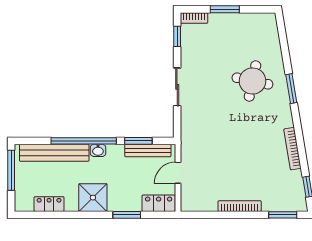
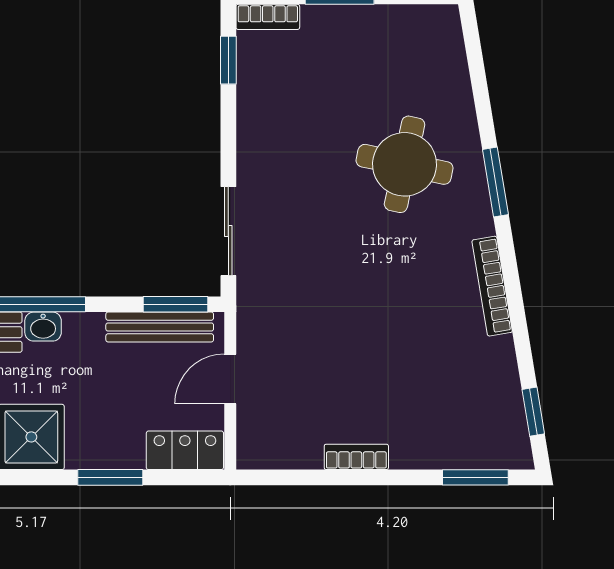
sliding door: (177, 87) -> (228, 231), moved
window: (138, 141) -> (175, 304), moved
bookcase: (292, 149) -> (492, 286), moved
bookcase: (240, 206) -> (356, 457), width x0.64

